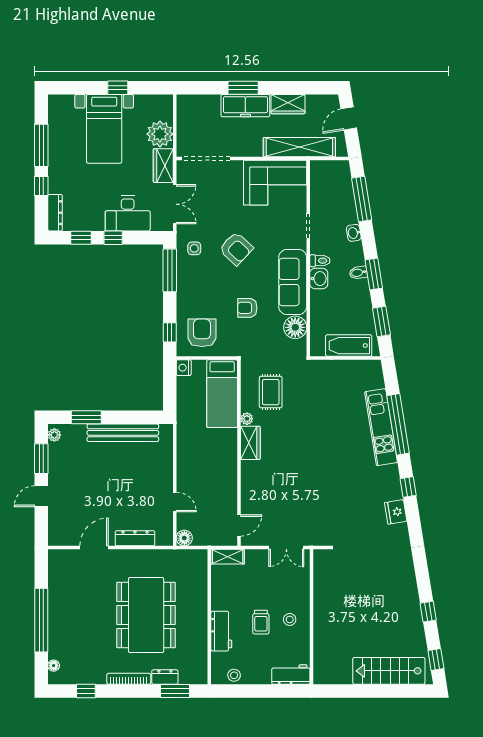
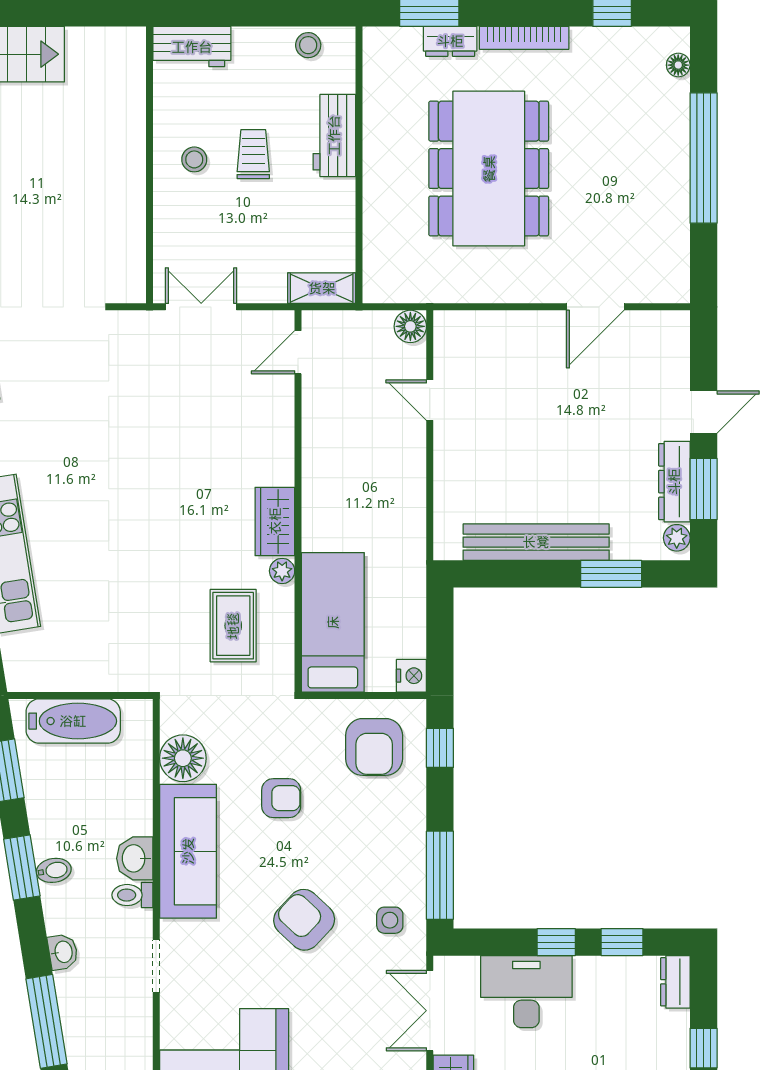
dresser: (55, 213) -> (675, 982), width x0.70
dresser: (135, 538) -> (674, 482), moved, turned 90

